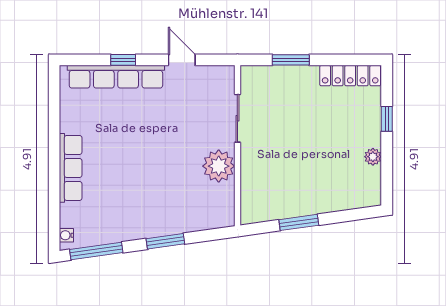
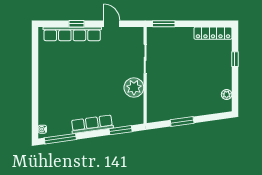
window: (291, 60) -> (164, 24), moved
plant: (373, 157) -> (227, 94), moved
row of seats: (71, 168) -> (92, 124), moved, turned -98
window: (165, 241) -> (121, 130), moved

